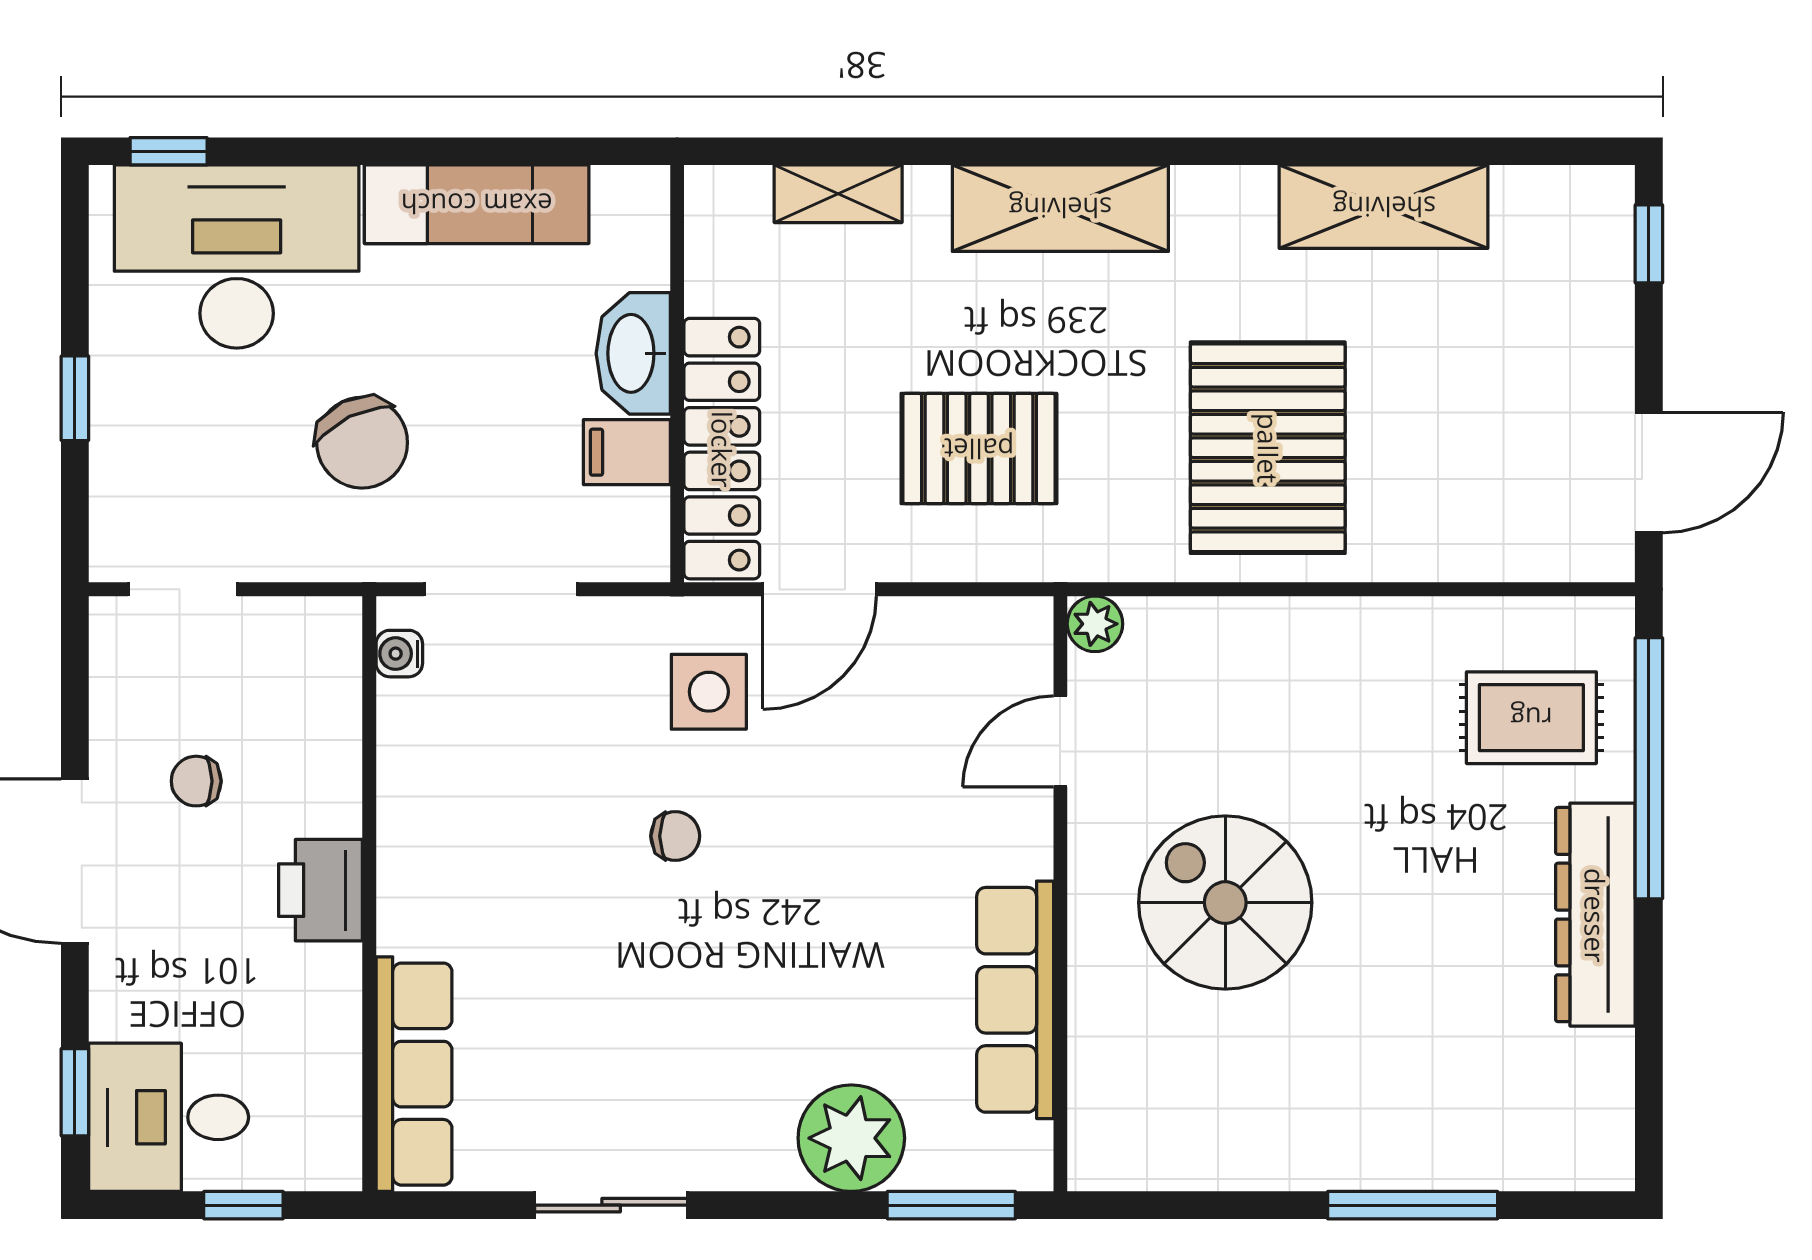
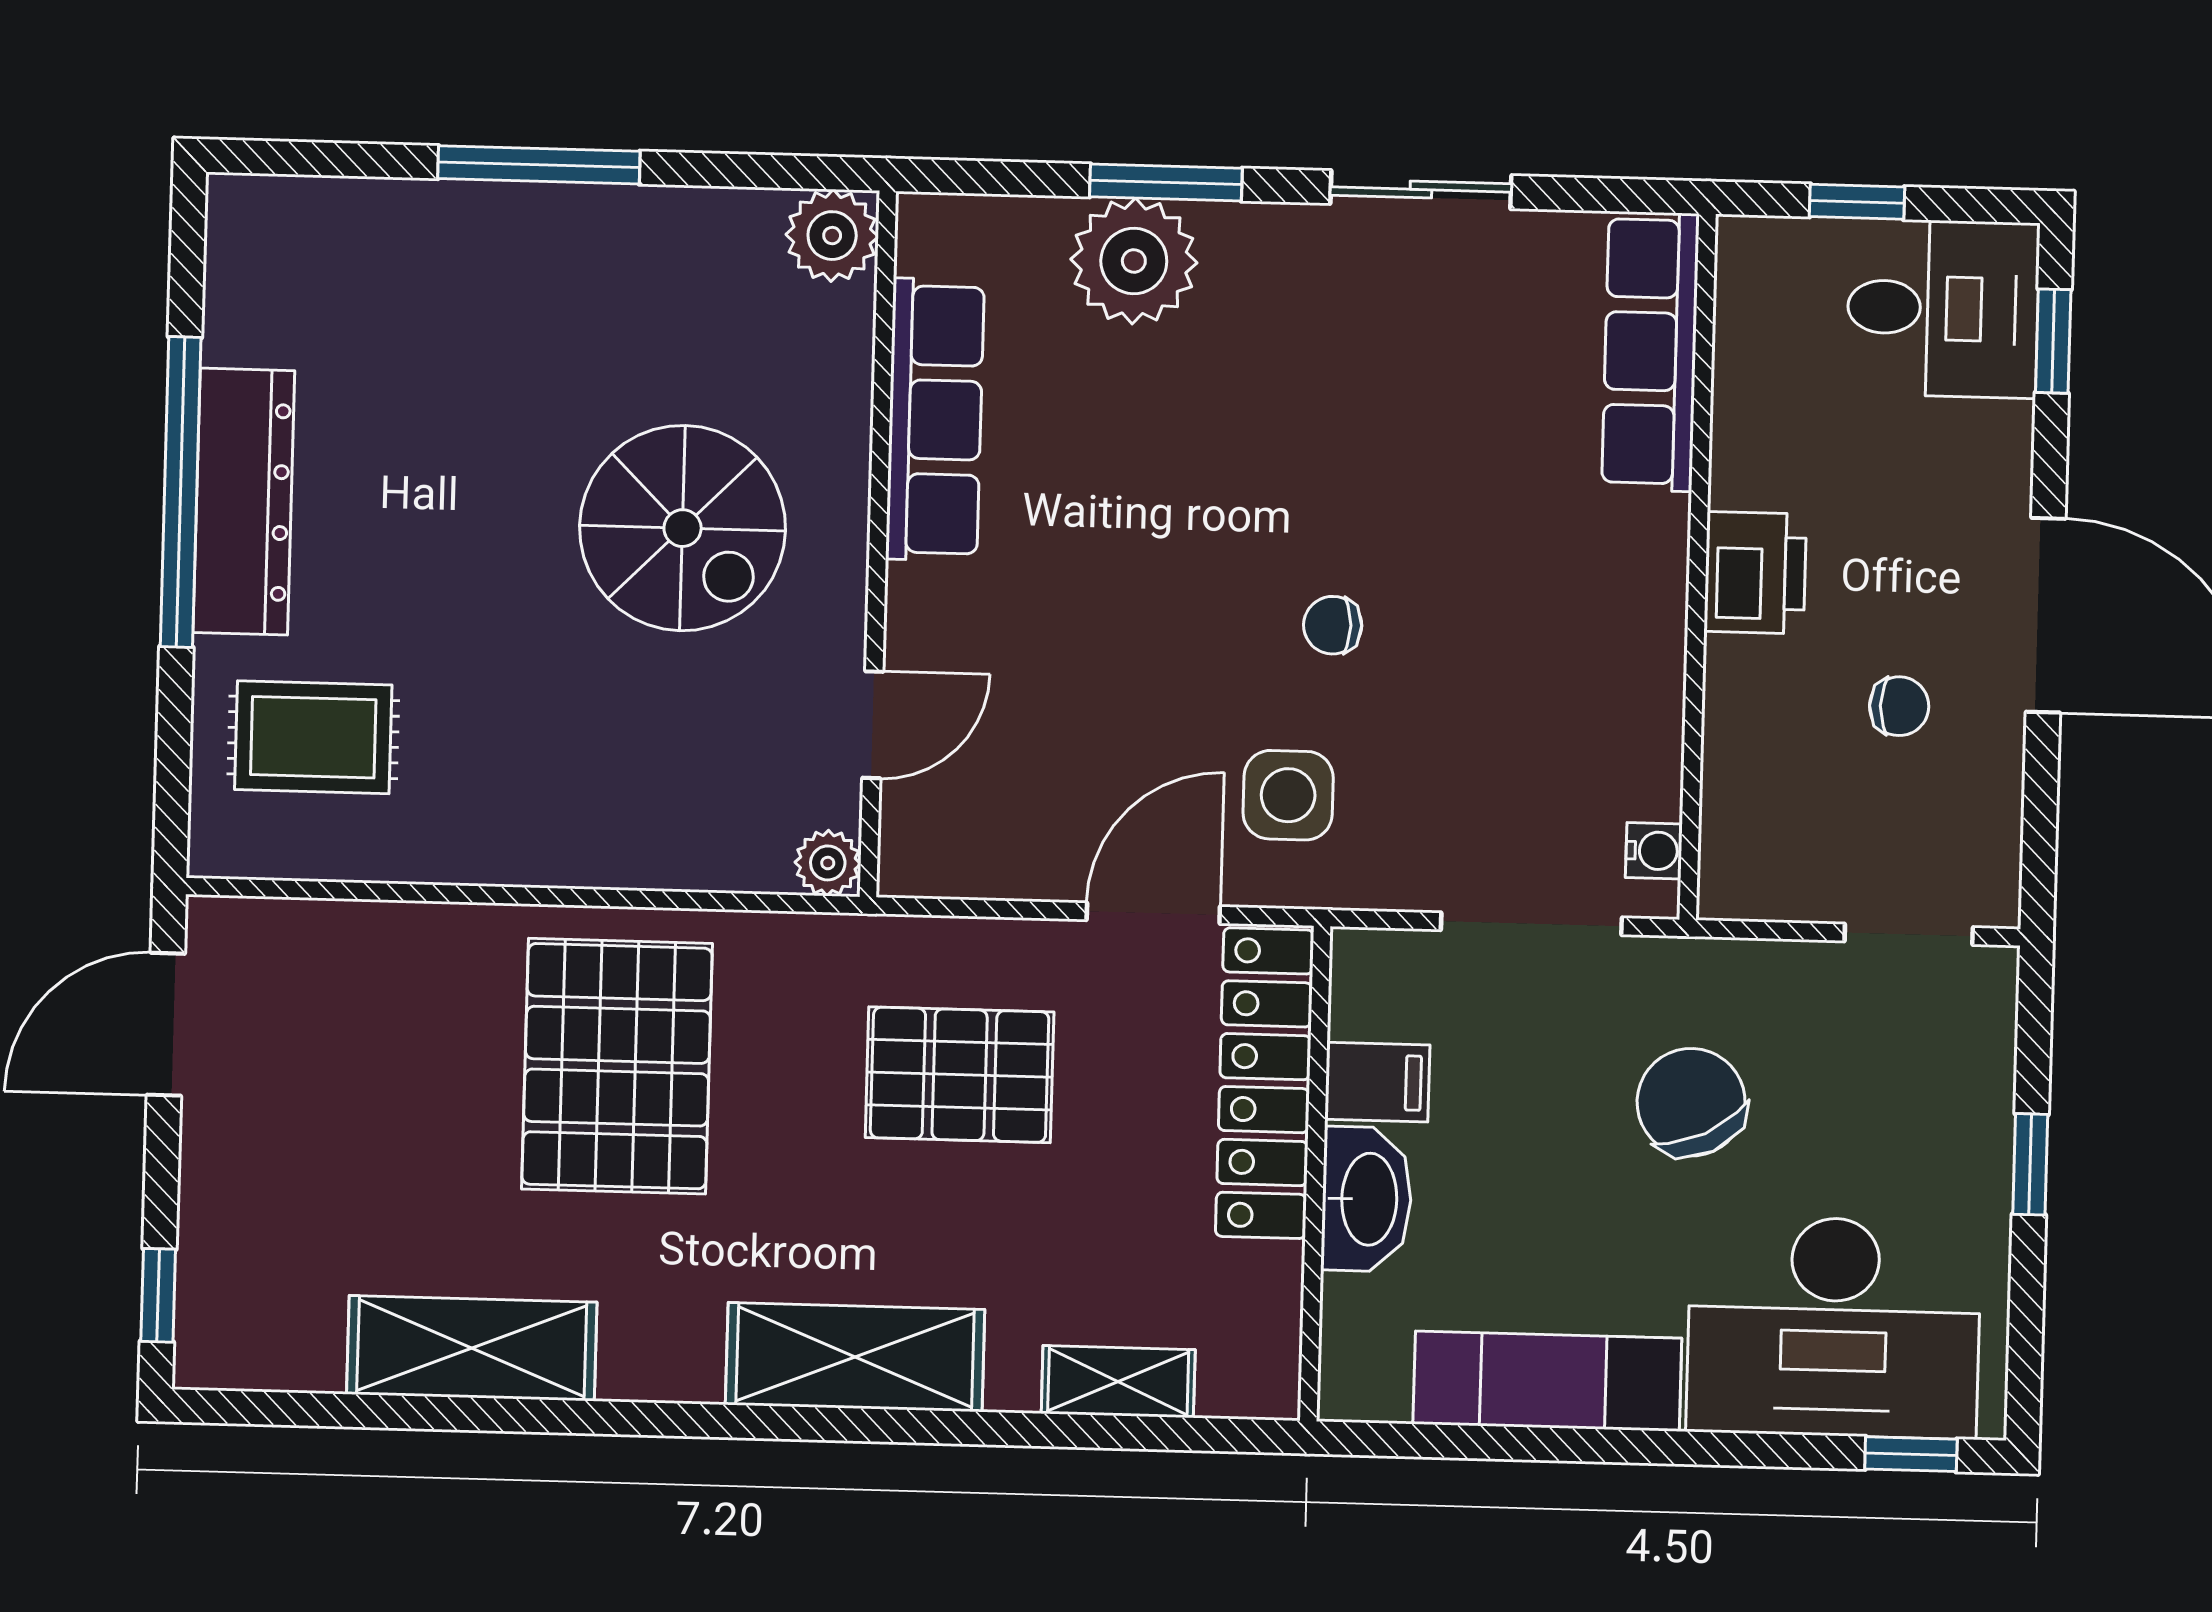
window: (1649, 768) -> (181, 492), moved
plant: (1106, 1152) -> (832, 236), added
window: (951, 1205) -> (1166, 182), moved
window: (1413, 1205) -> (539, 165), moved

